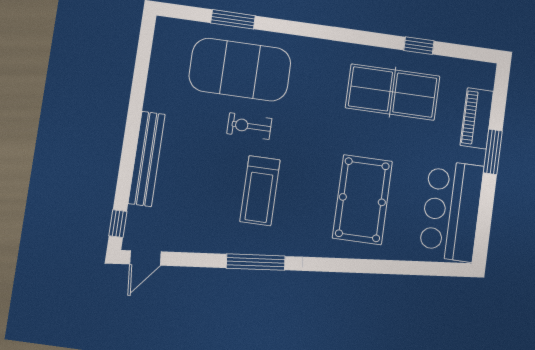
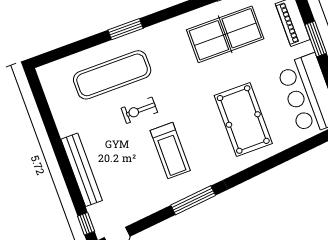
window: (233, 19) -> (125, 29), moved
exercise mat: (240, 70) -> (112, 75), width x0.68

